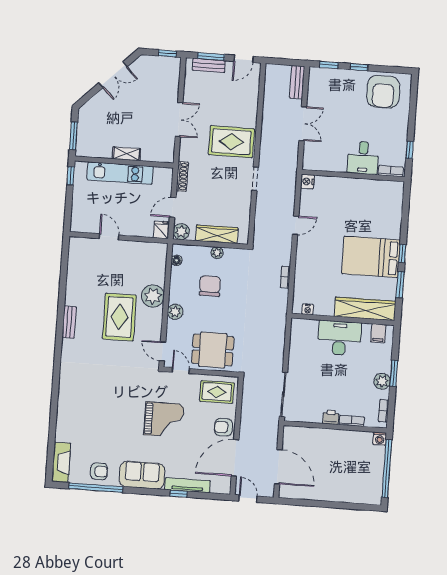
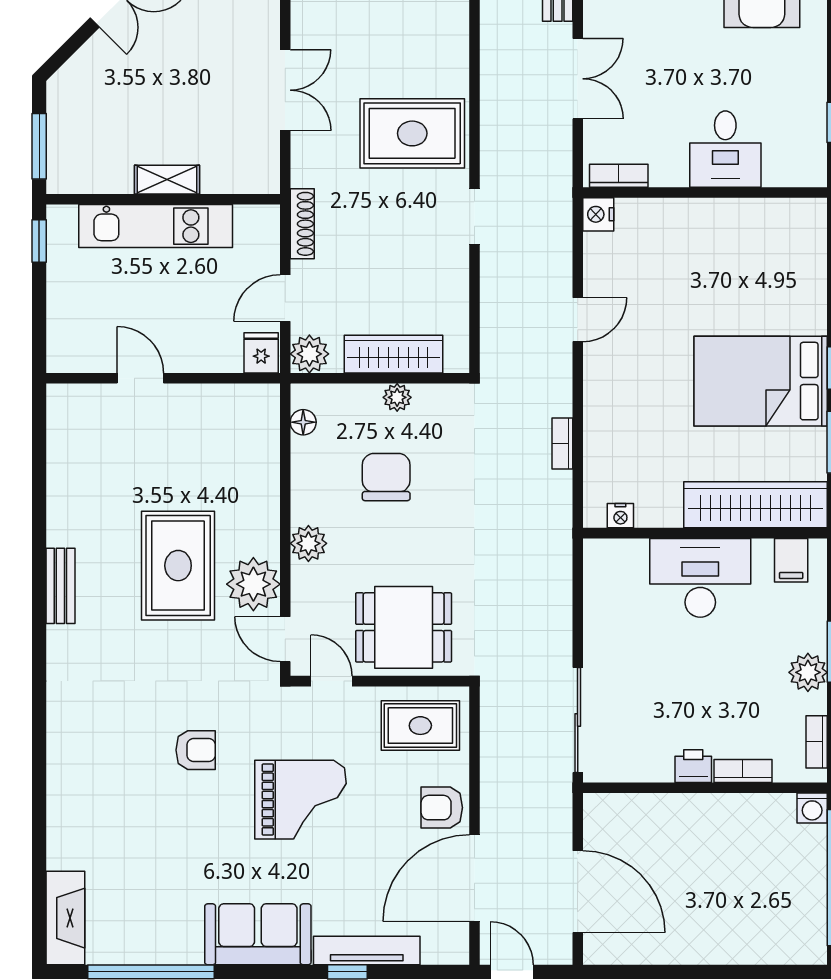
bookcase: (391, 171) -> (619, 176), moved
plant: (153, 296) -> (253, 584), moved
armchair: (99, 471) -> (196, 750), moved

